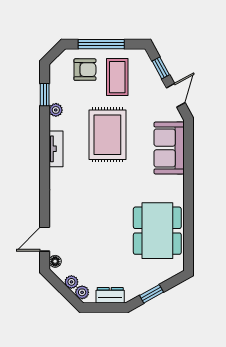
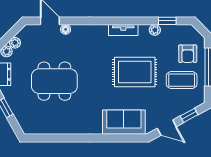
dining table: (157, 231) -> (54, 81), moved
floor lamp: (55, 261) -> (66, 29), moved

